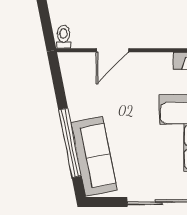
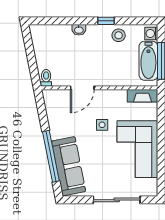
side table: (139, 100) -> (102, 125), added

